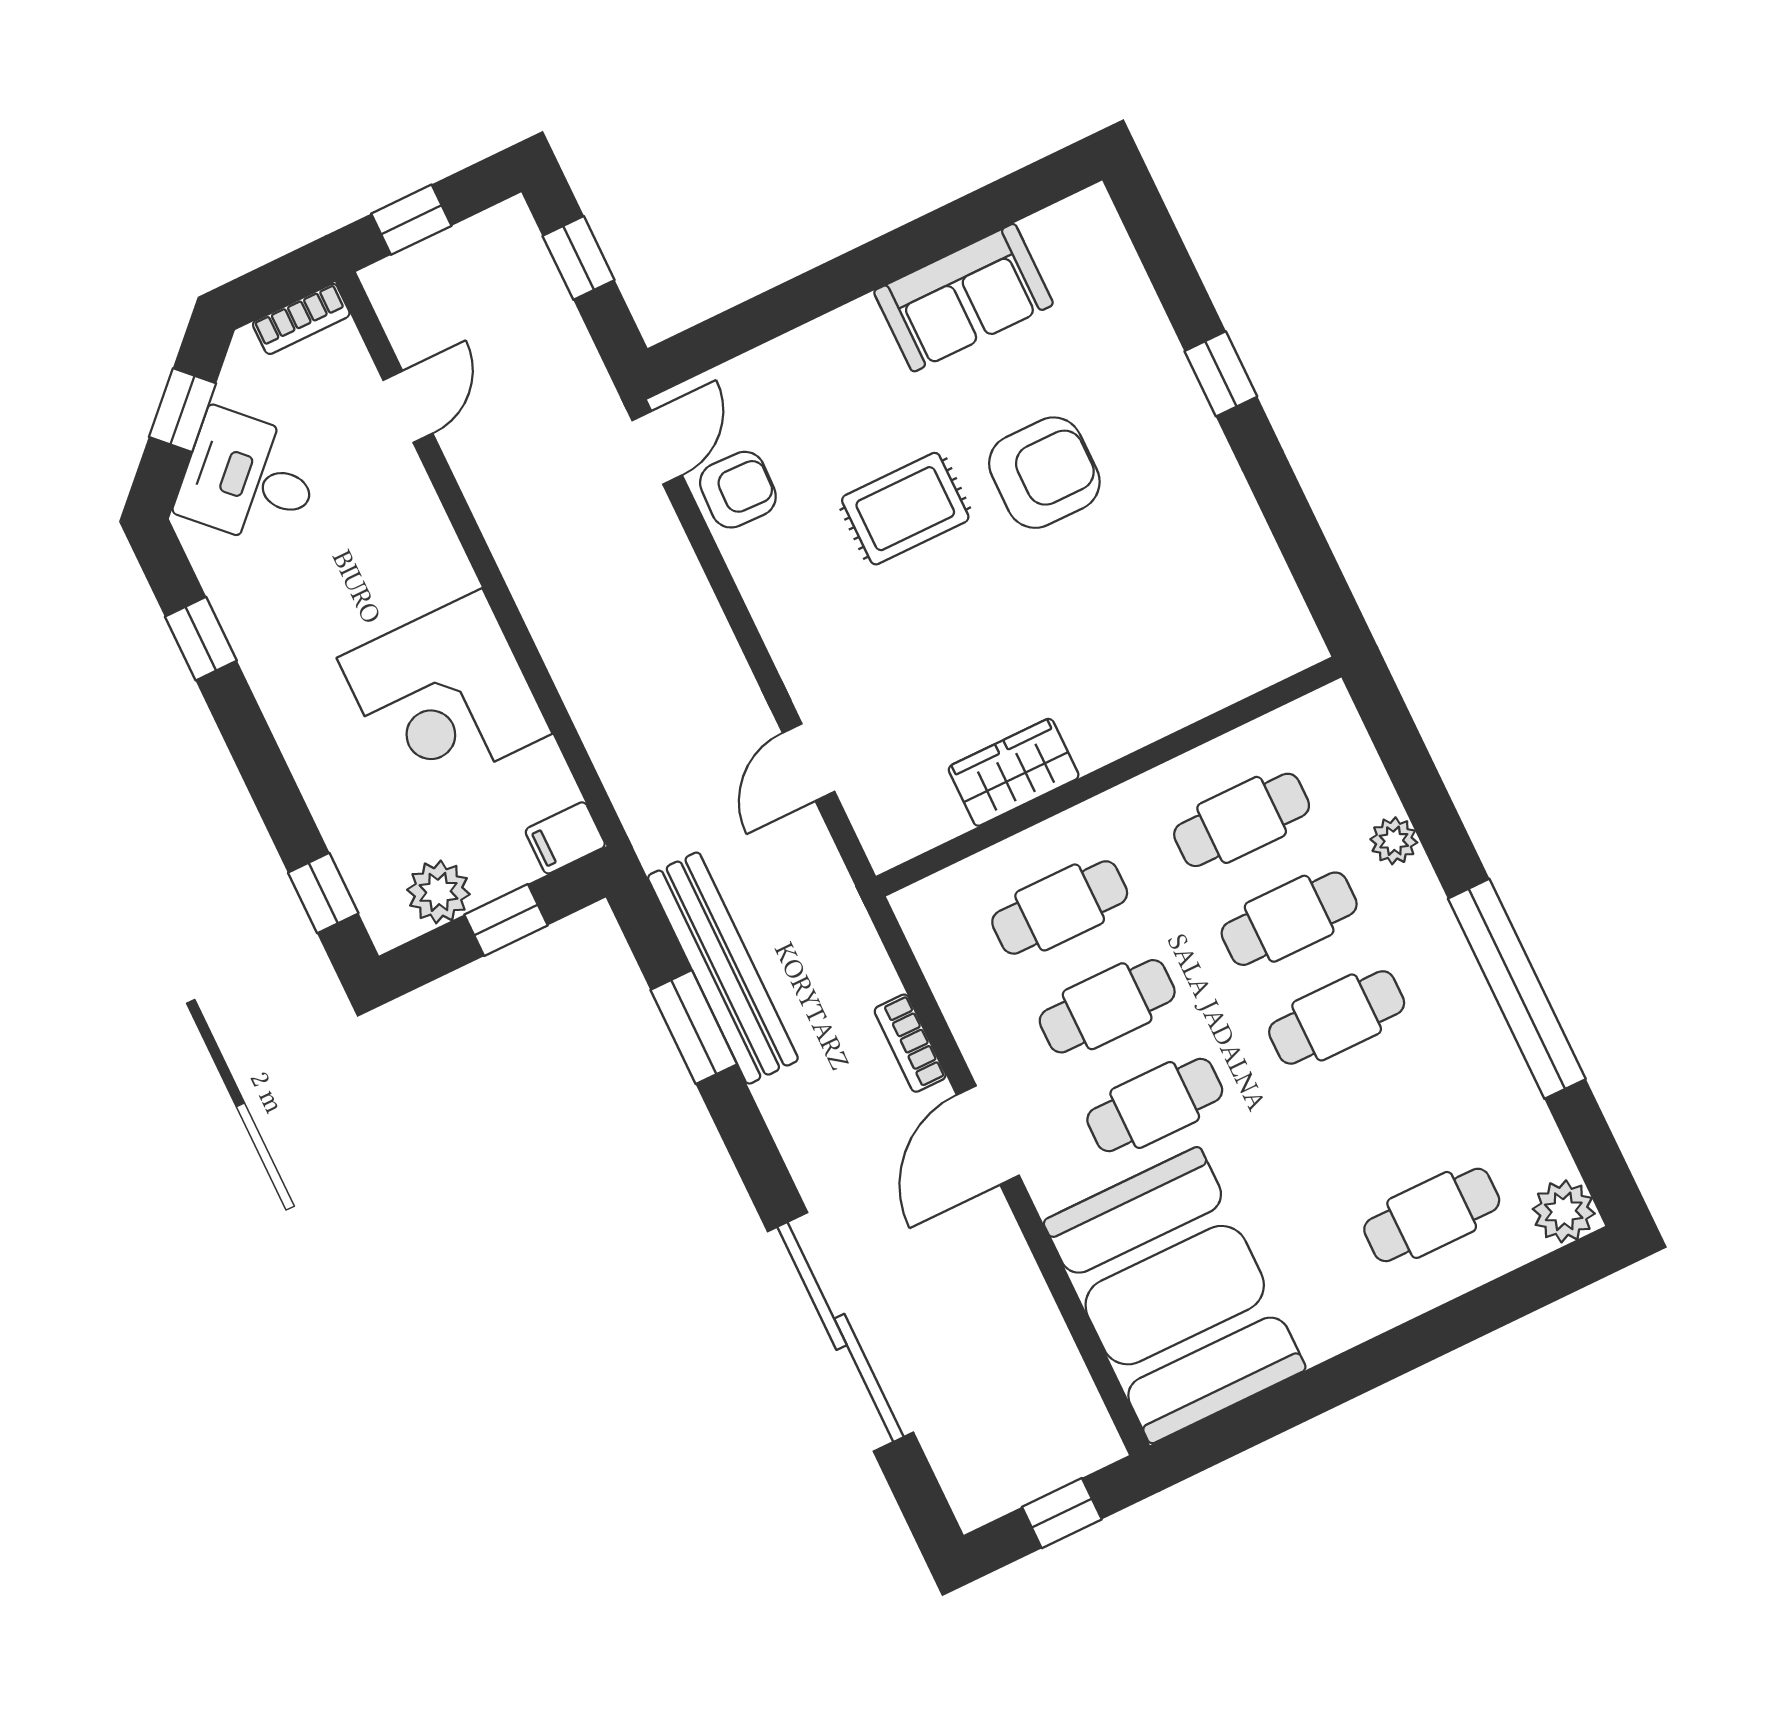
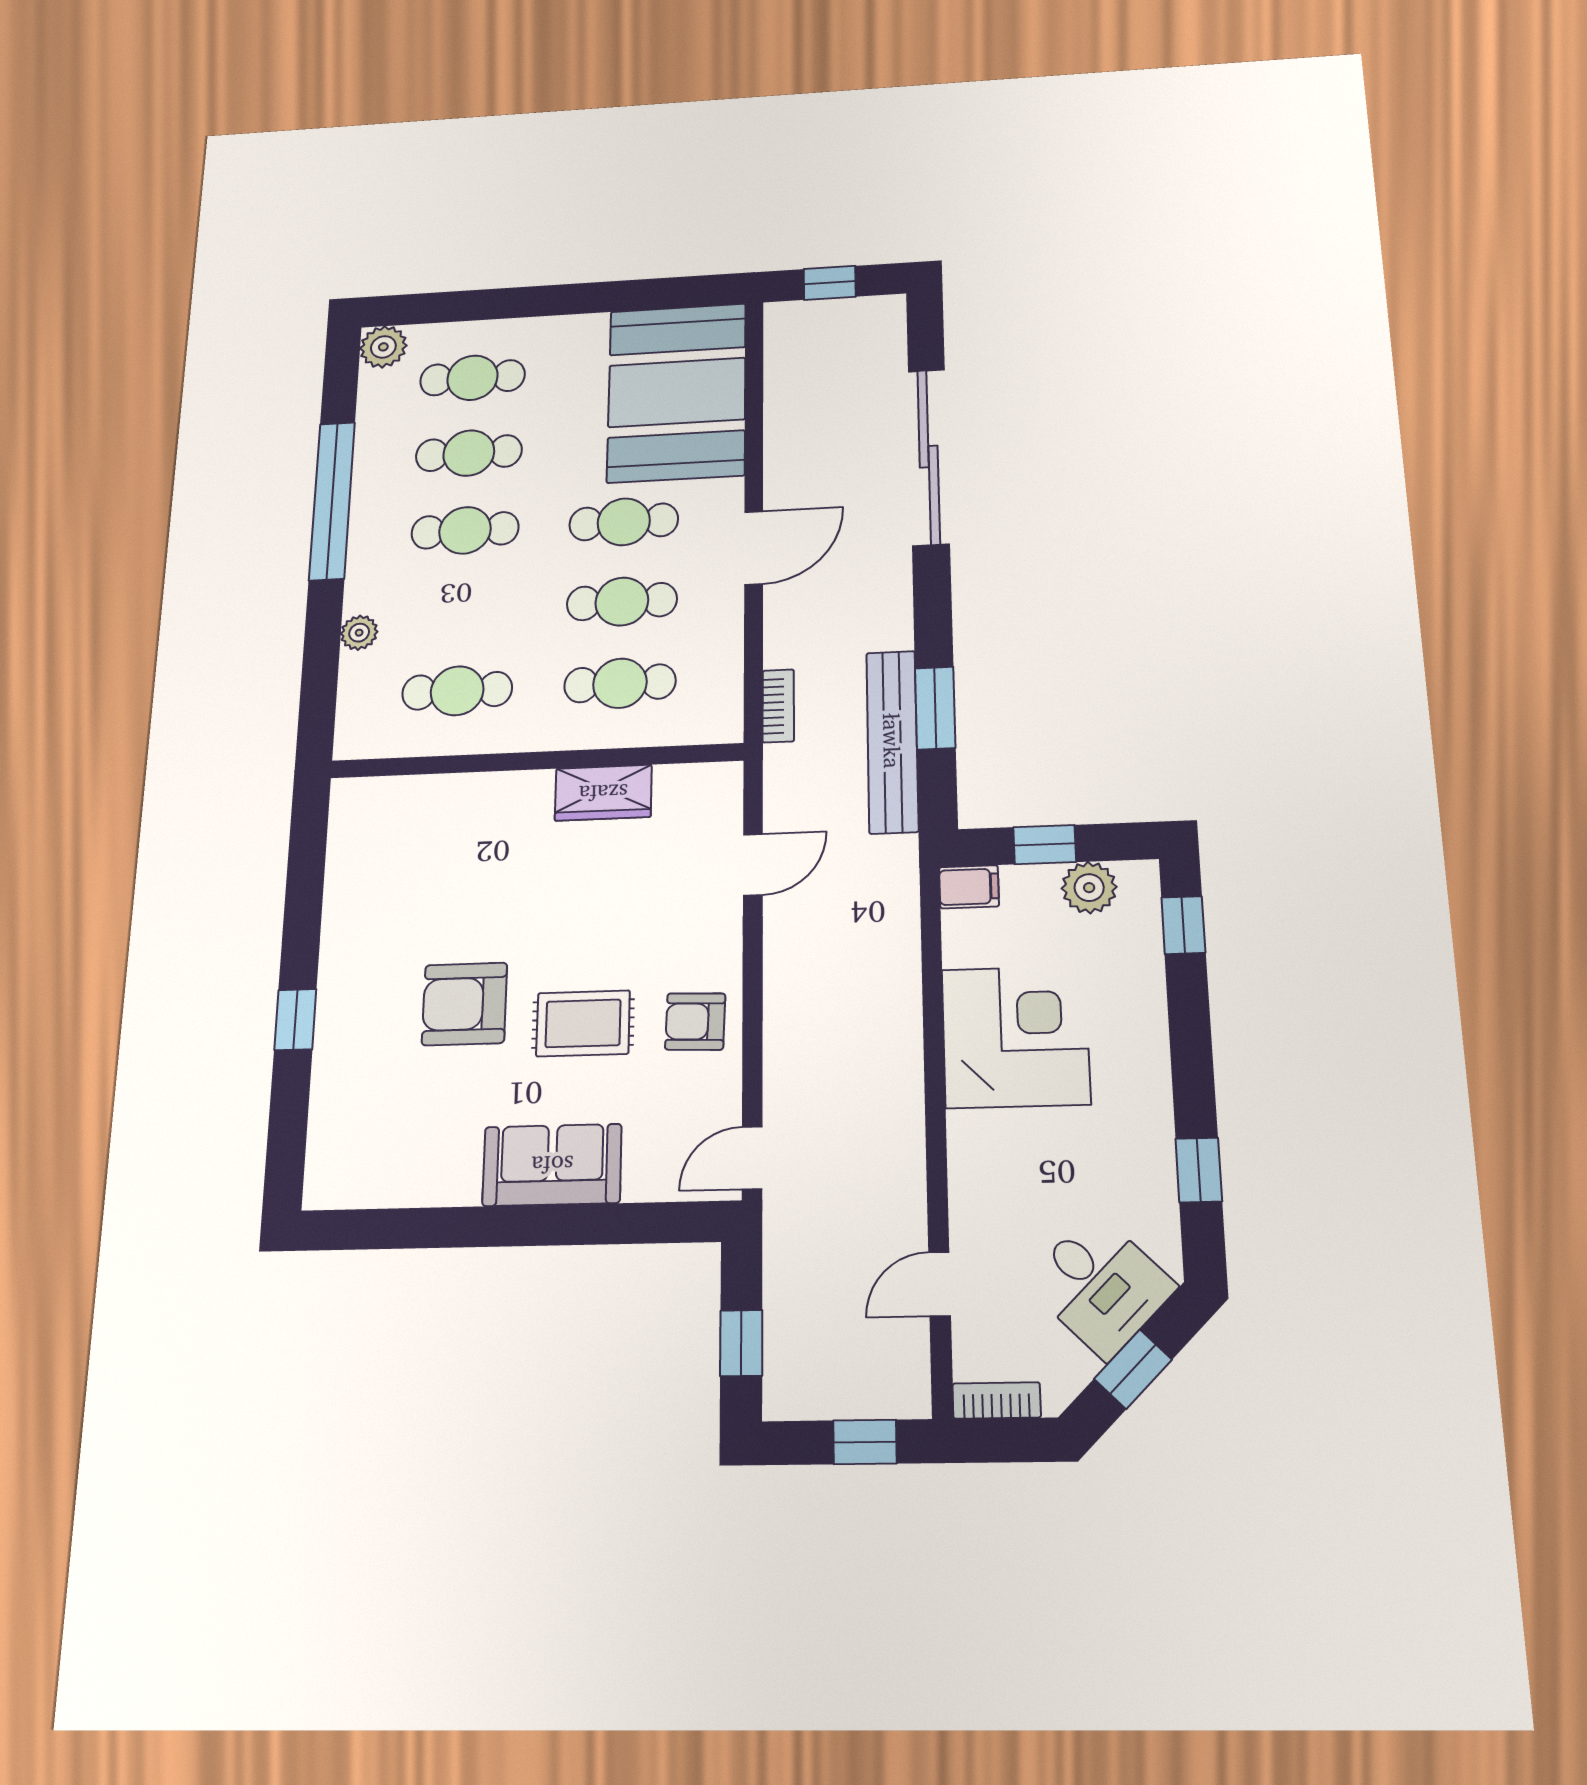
sofa: (964, 298) -> (552, 1165), moved
armchair: (738, 490) -> (695, 1022), moved
cafe table: (1289, 919) -> (469, 453), moved
bookcase: (910, 1043) -> (778, 706), moved

